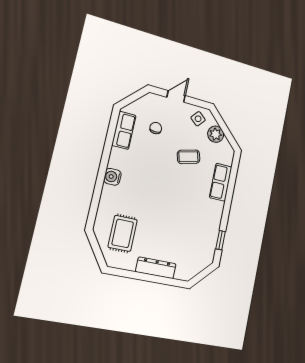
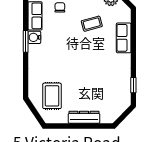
window: (105, 158) -> (26, 41), added
water cooler: (112, 177) -> (34, 37), moved

